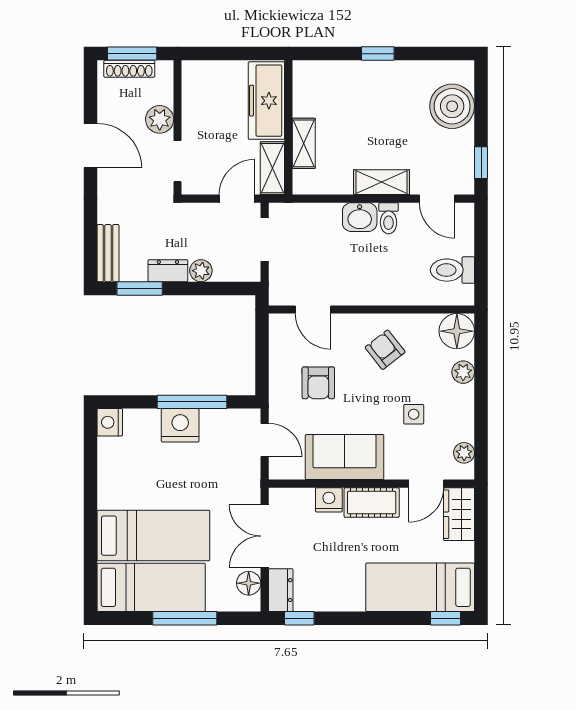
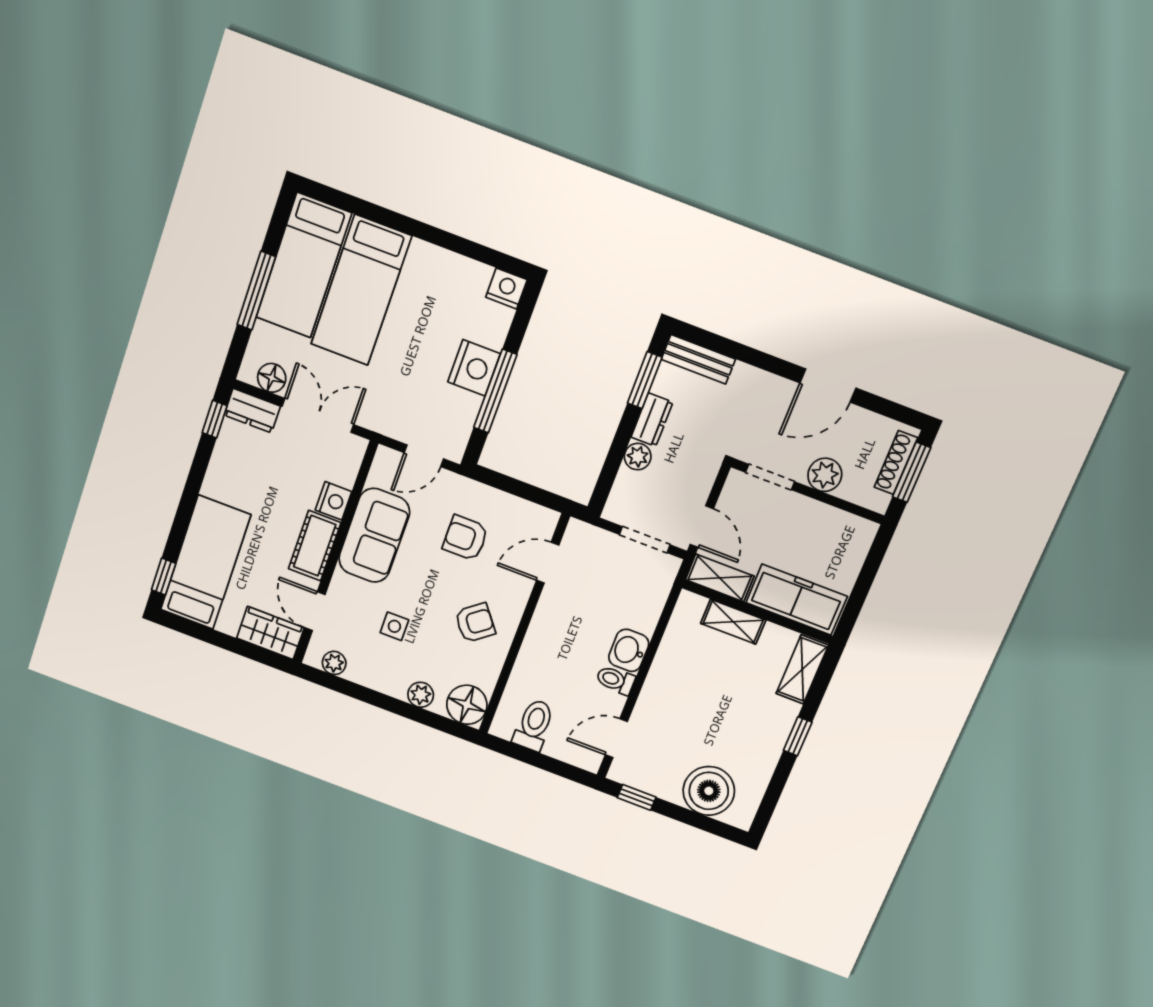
shelving: (382, 182) -> (802, 669), moved

